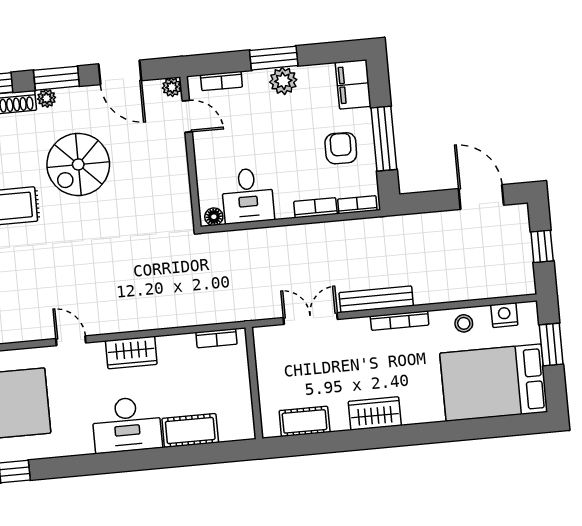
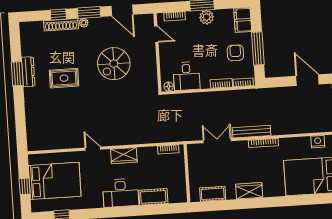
plant: (172, 87) -> (149, 19), removed
spiral stairs: (78, 164) -> (114, 64), moved
stool: (464, 323) -> (297, 145), removed

